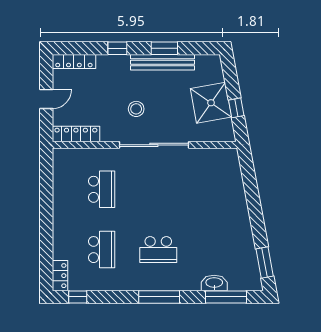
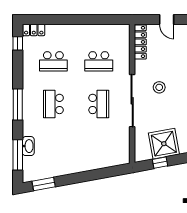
school desk: (158, 189) -> (99, 104), added

